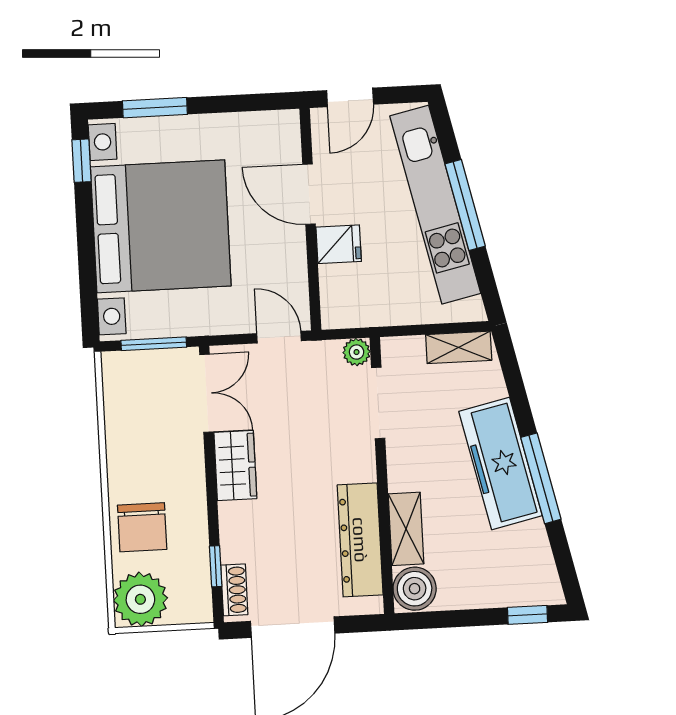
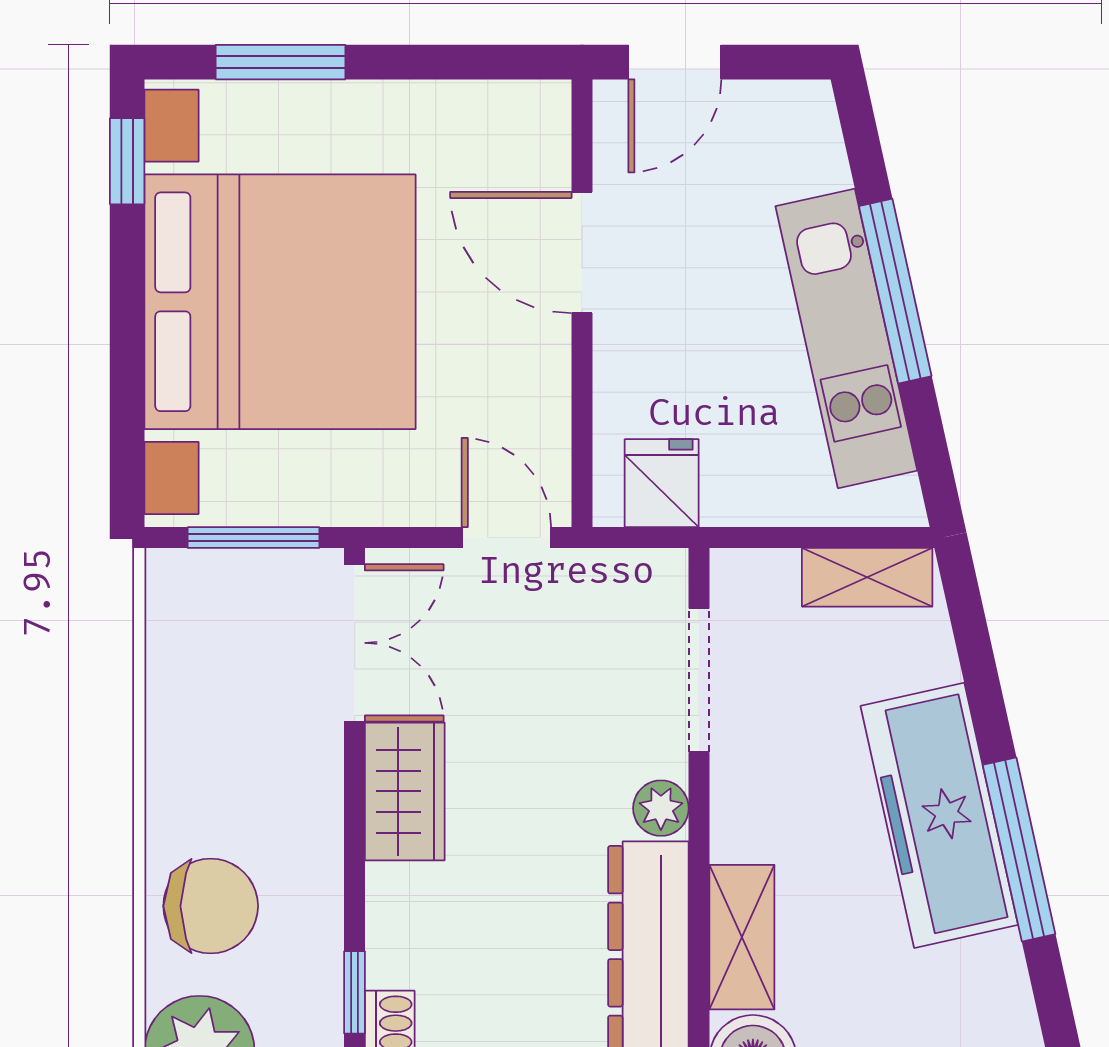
kitchen unit: (435, 205) -> (846, 338), width x0.73
fridge: (339, 244) -> (662, 483), moved, turned -90
plant: (357, 352) -> (661, 808), moved
chair: (142, 527) -> (211, 906), turned -90

